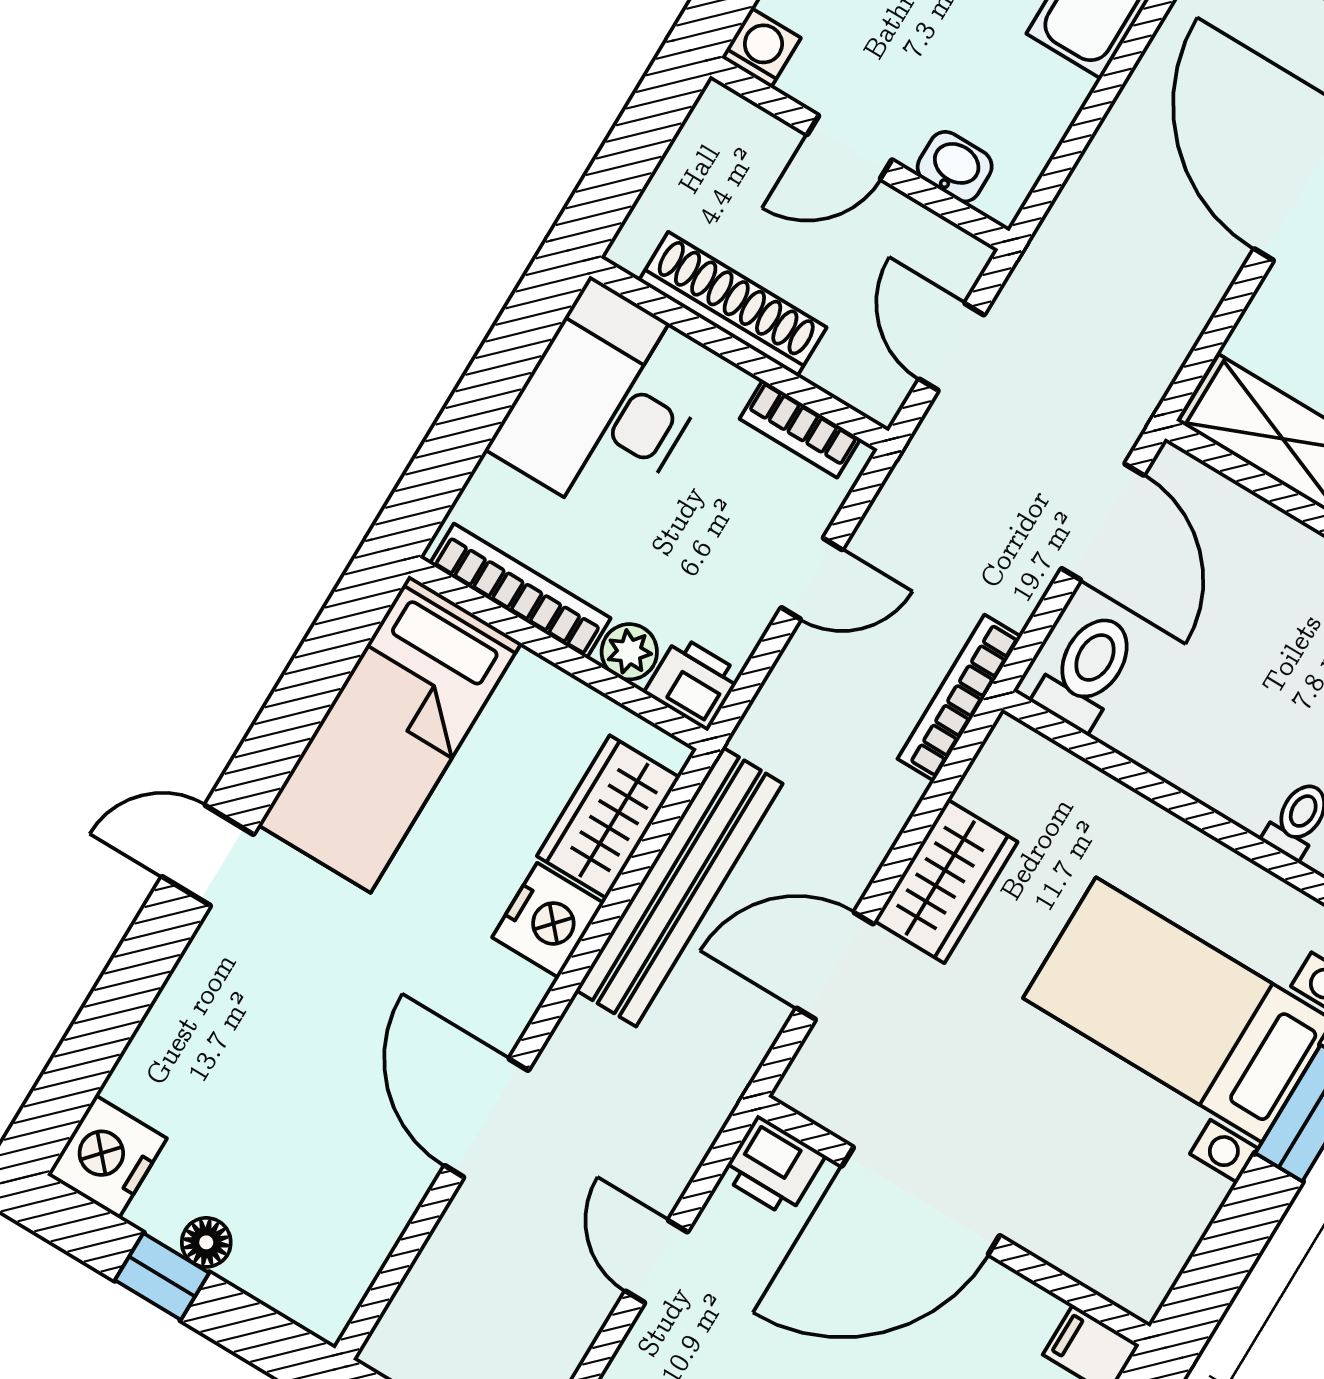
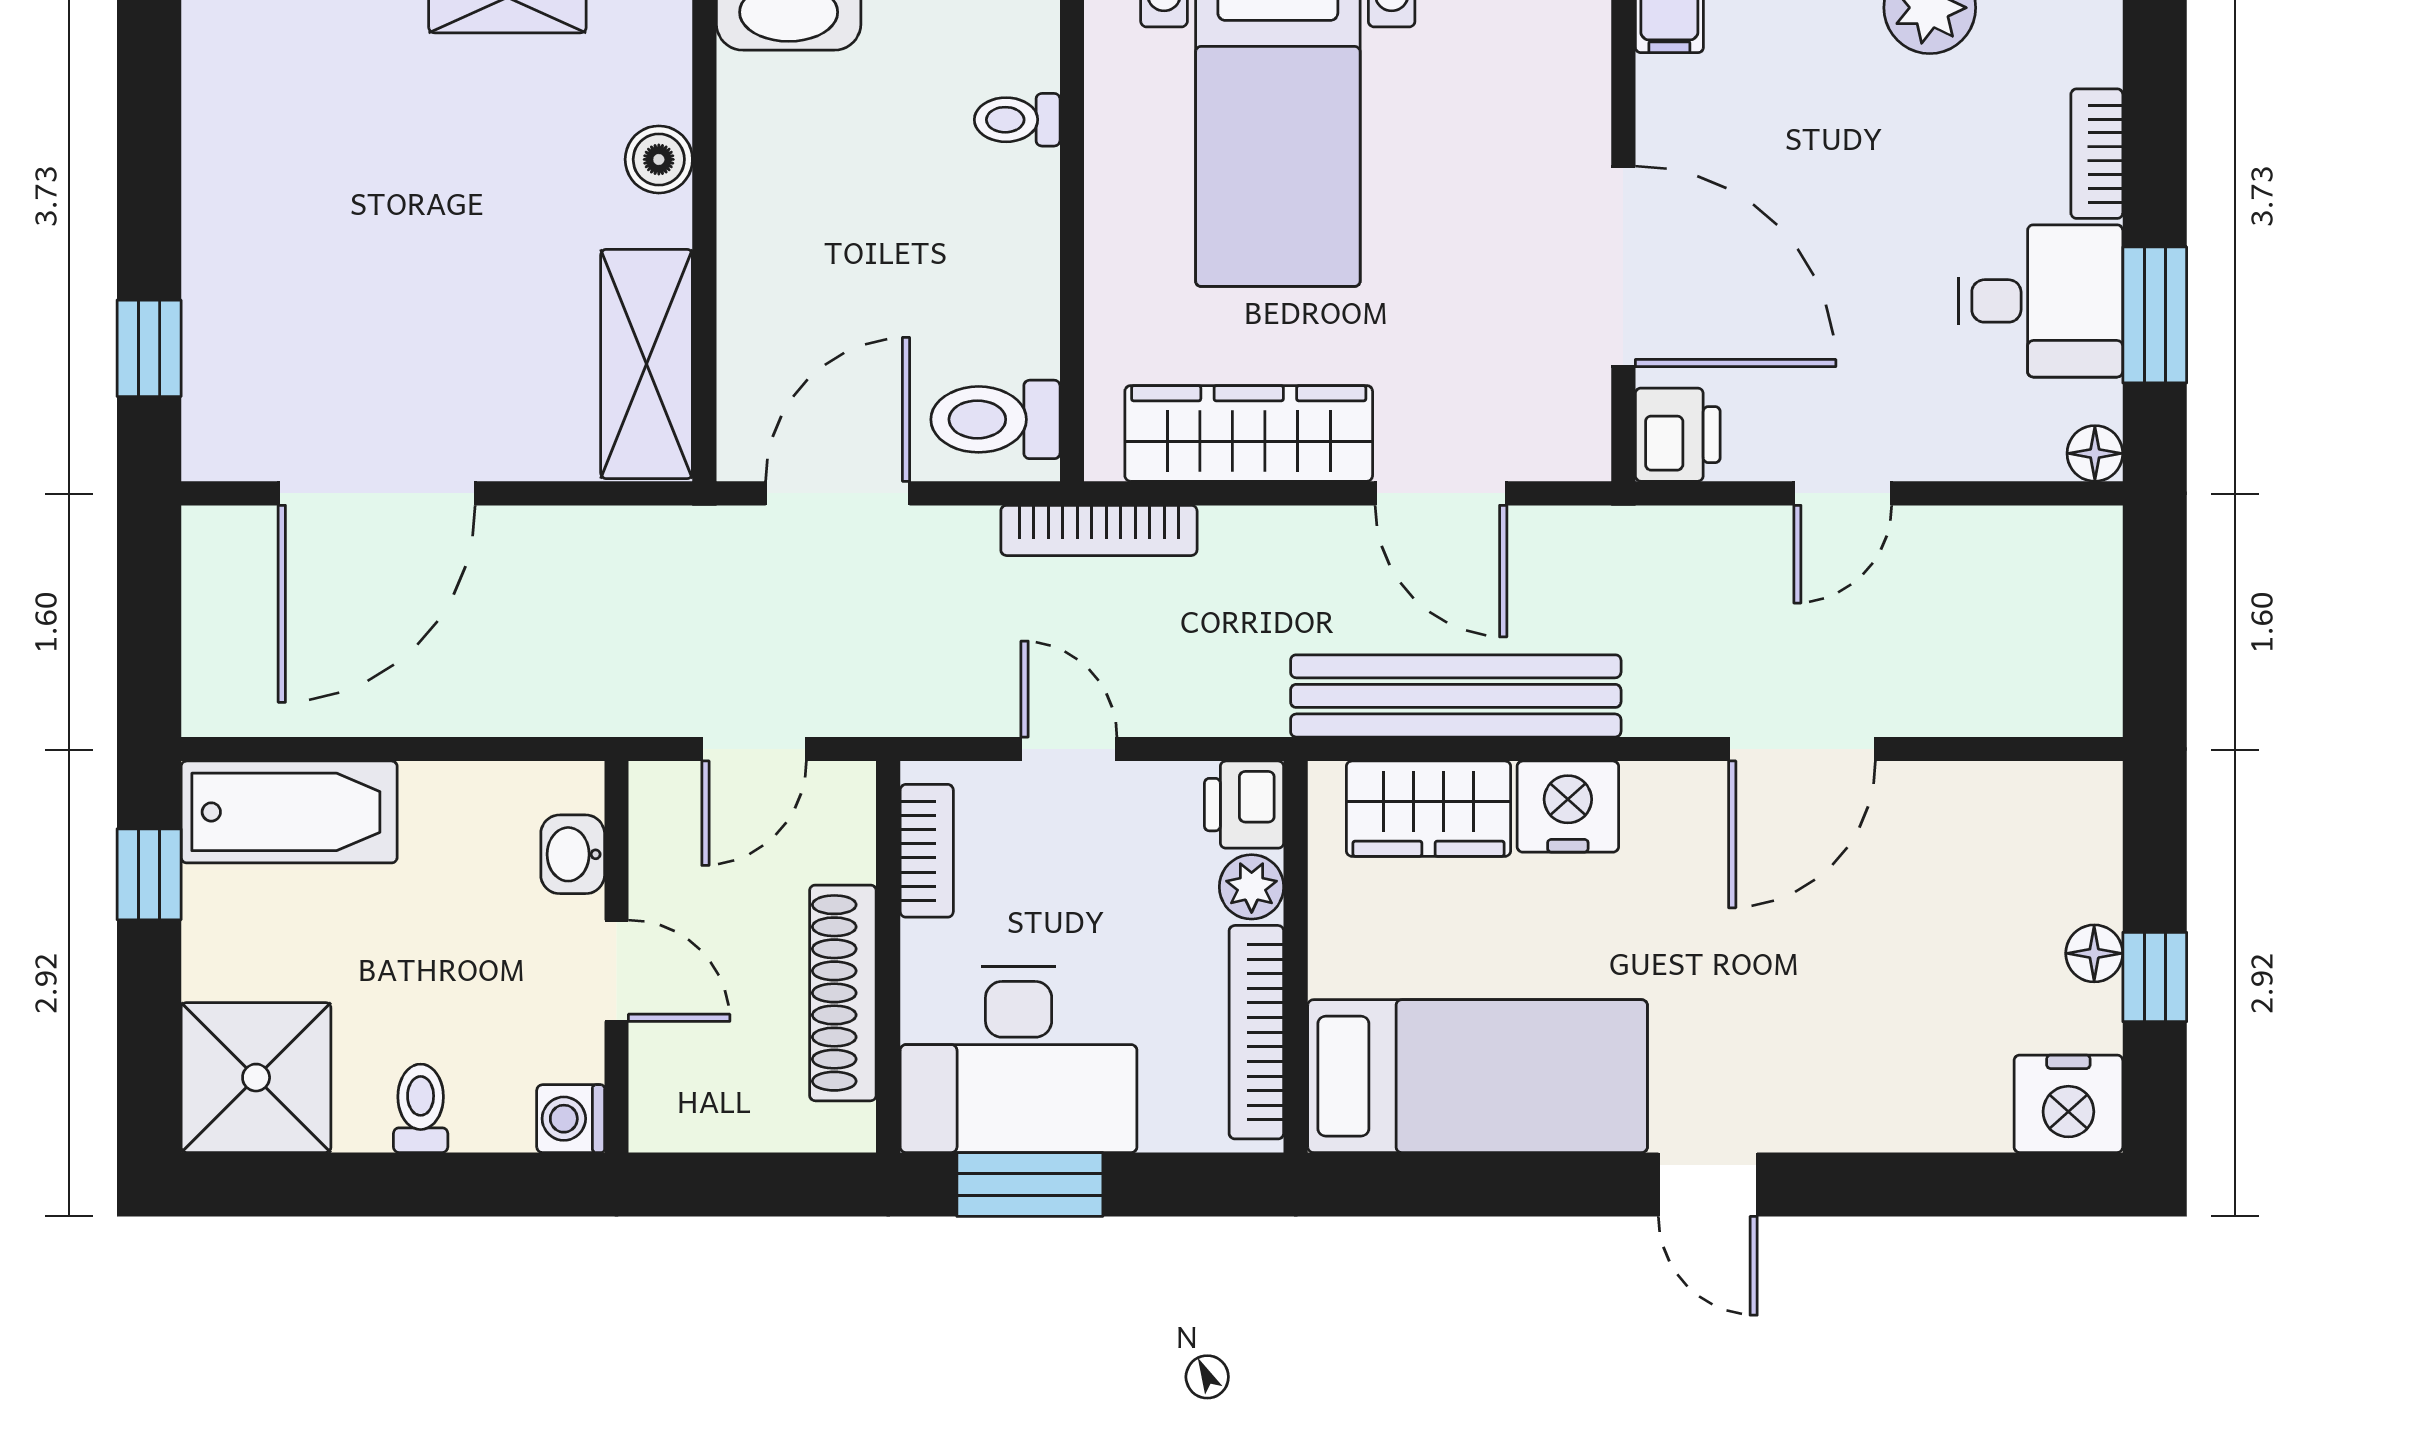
window: (509, 356) -> (1030, 1185), added
wardrobe: (946, 881) -> (1249, 433), width x1.50

